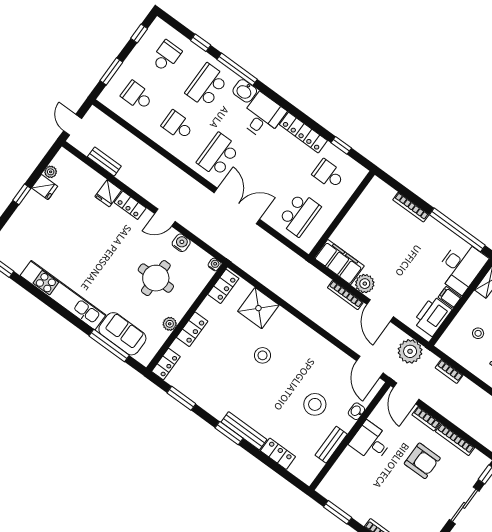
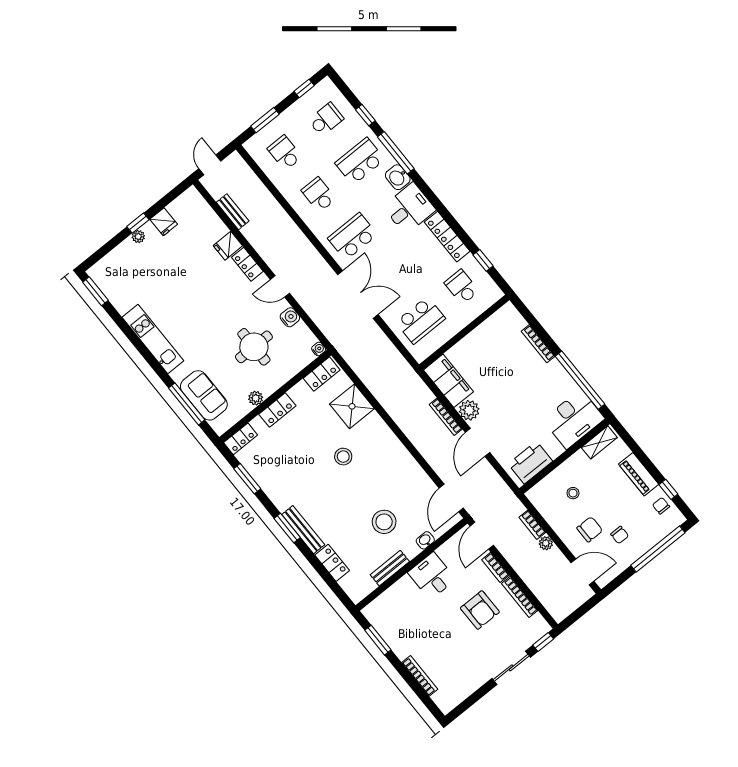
plant: (51, 172) -> (138, 237), moved
kitchen unit: (63, 295) -> (153, 339), width x0.73
filing cabinet: (450, 297) -> (553, 448), removed
plant: (410, 351) -> (546, 543), moved, width x0.53, depth x0.53

